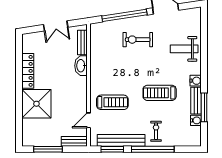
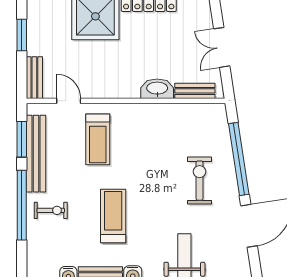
window: (48, 149) -> (22, 35), width x0.69

